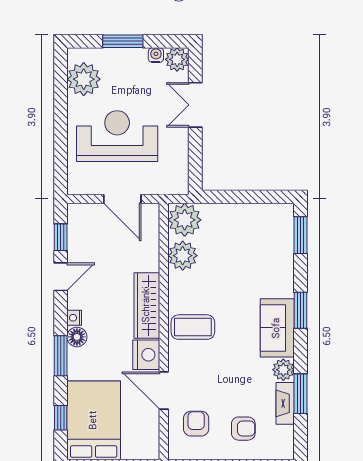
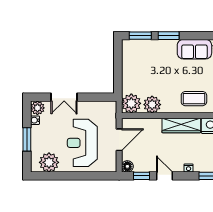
window: (300, 310) -> (169, 36), moved
coffee table: (193, 327) -> (194, 99), turned 90
floor lamp: (77, 337) -> (127, 166), moved

